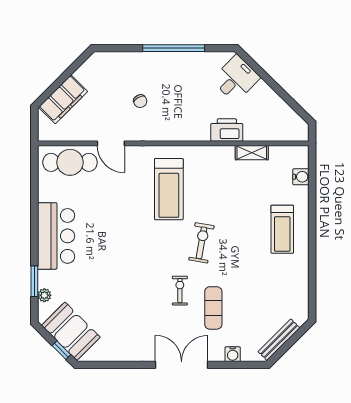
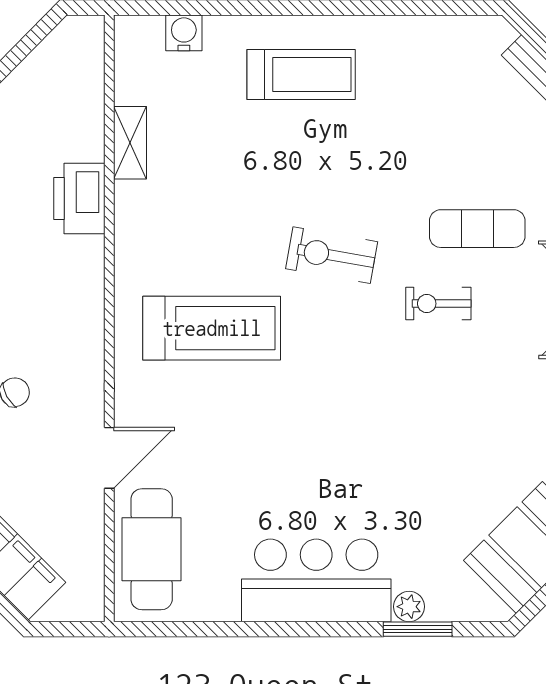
plant: (44, 295) -> (409, 607), moved

